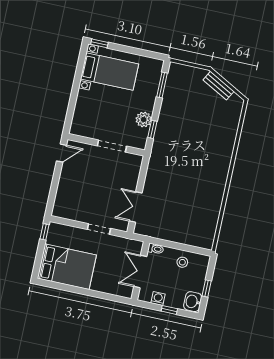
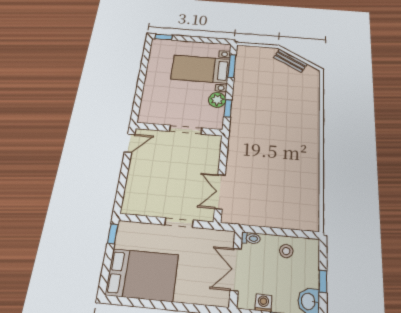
bed with nightstands: (109, 71) -> (200, 69), moved, turned 180

